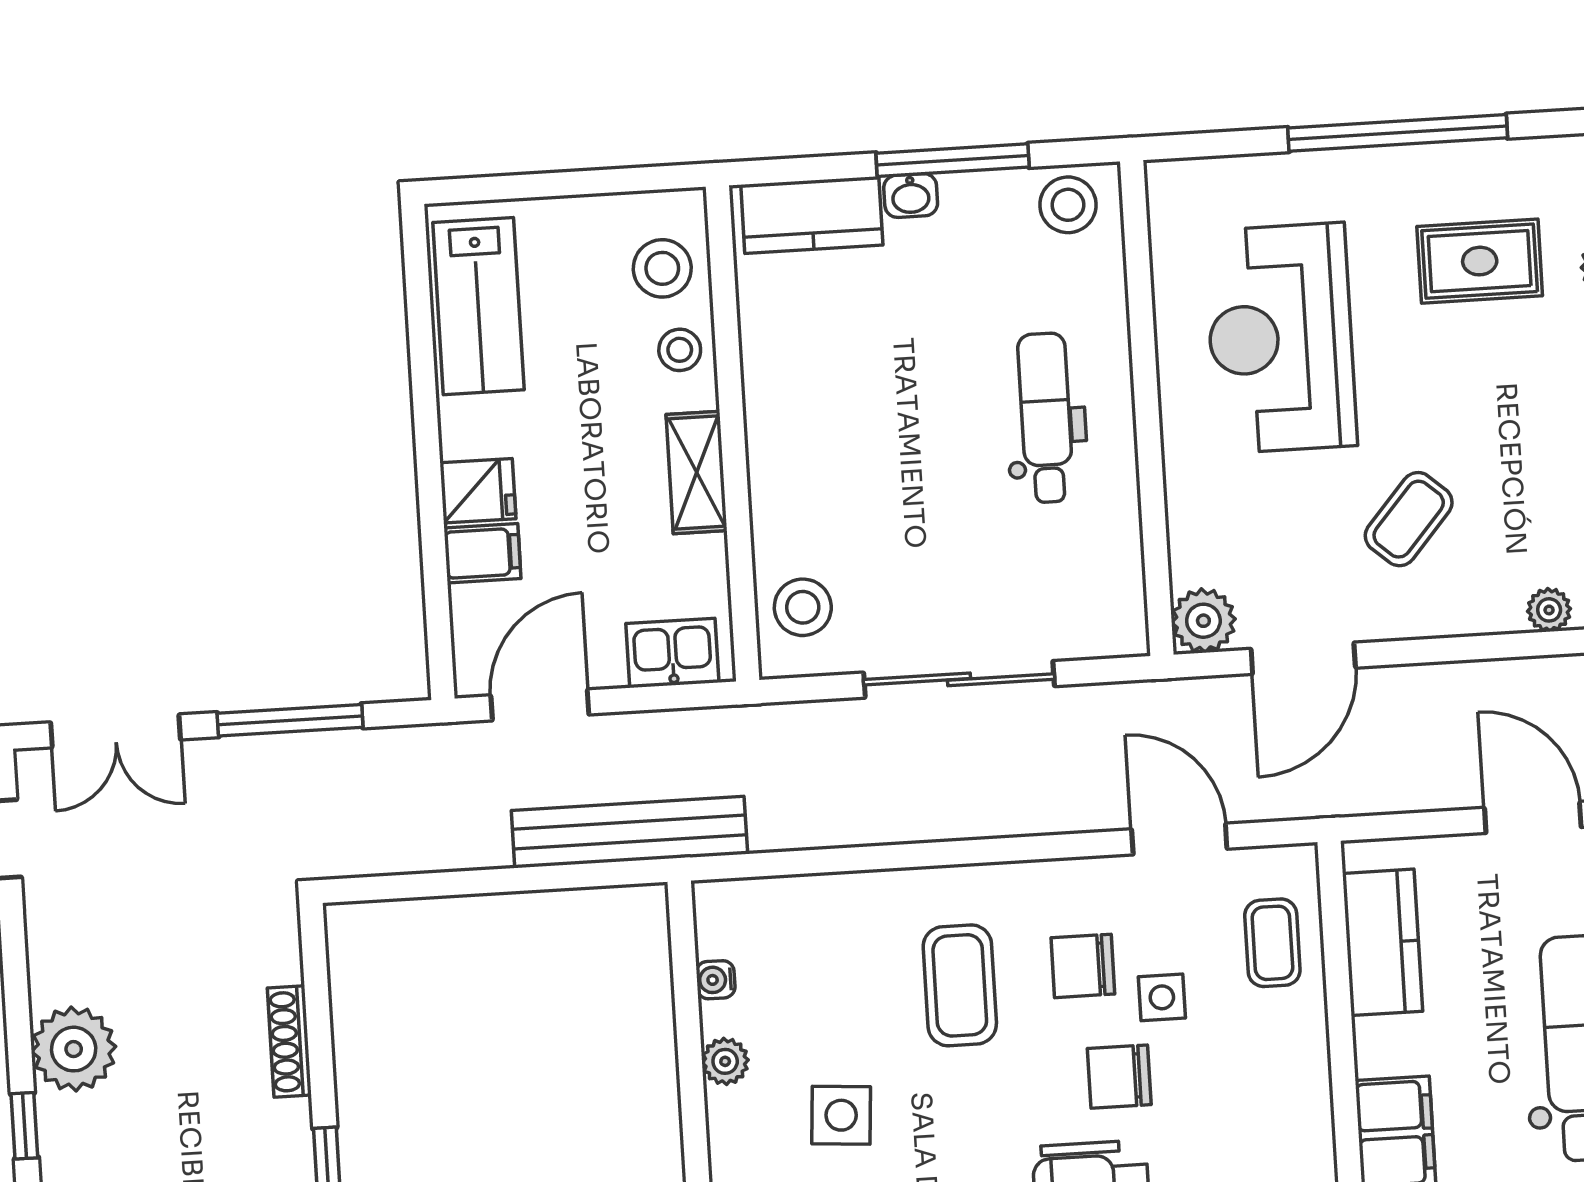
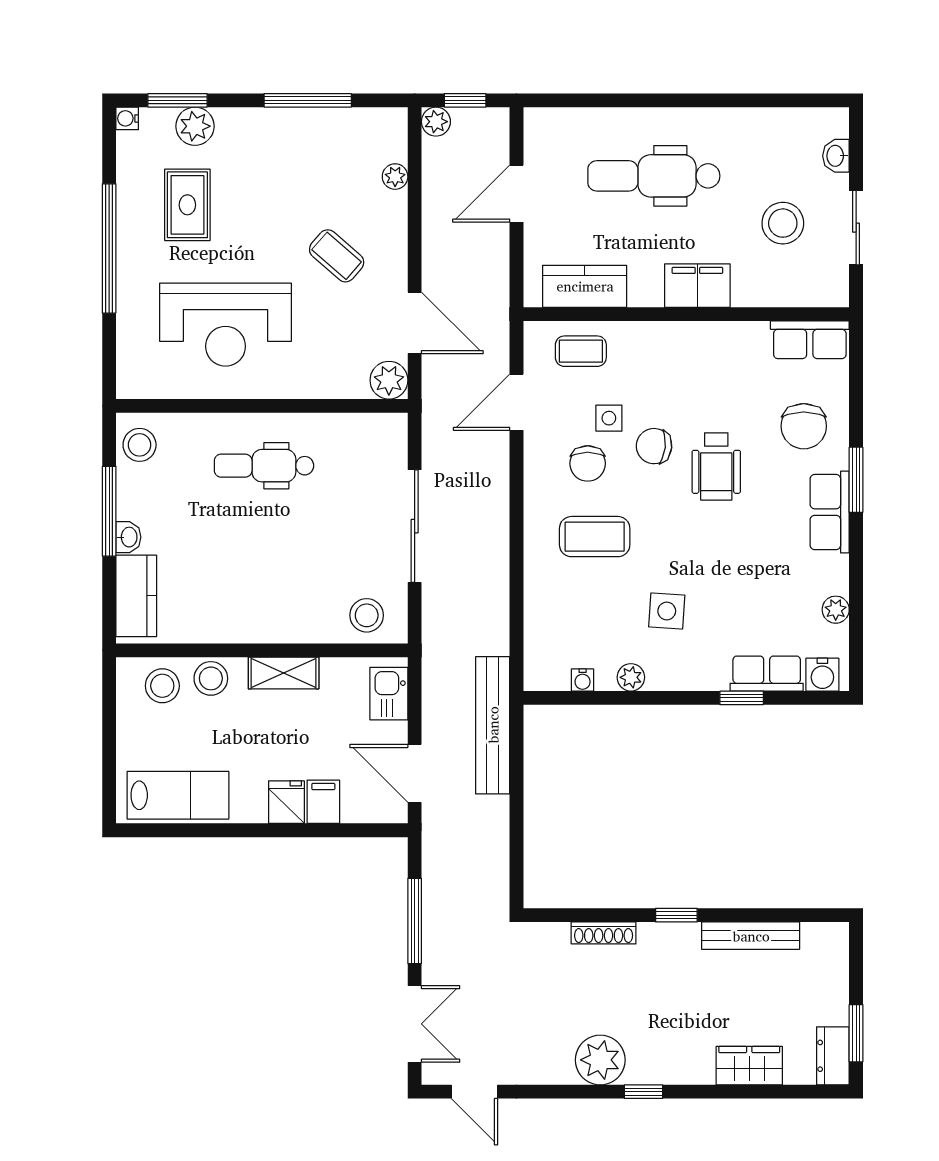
stool: (680, 350) -> (211, 678), width x1.37, depth x1.37
chair: (1119, 1077) -> (654, 446), turned 96

